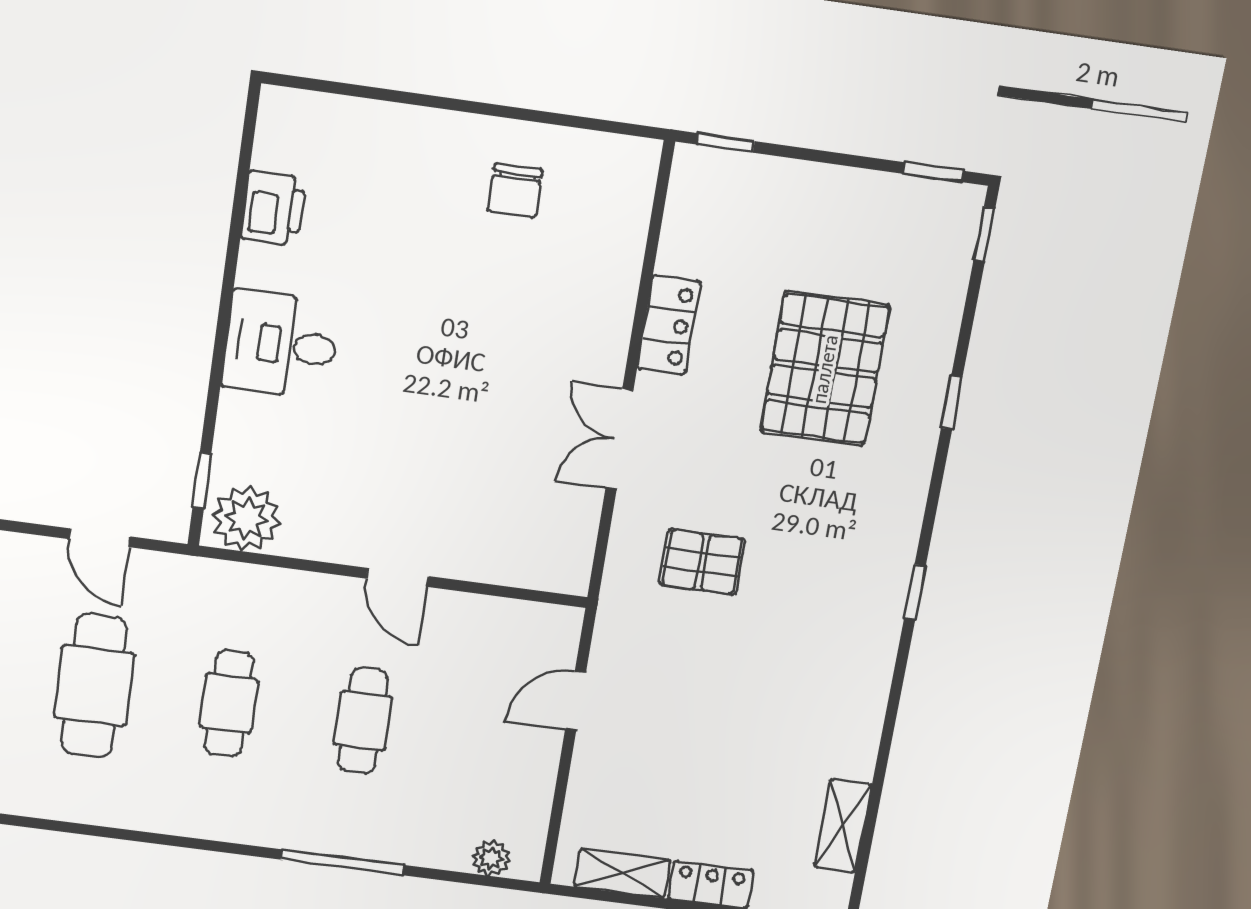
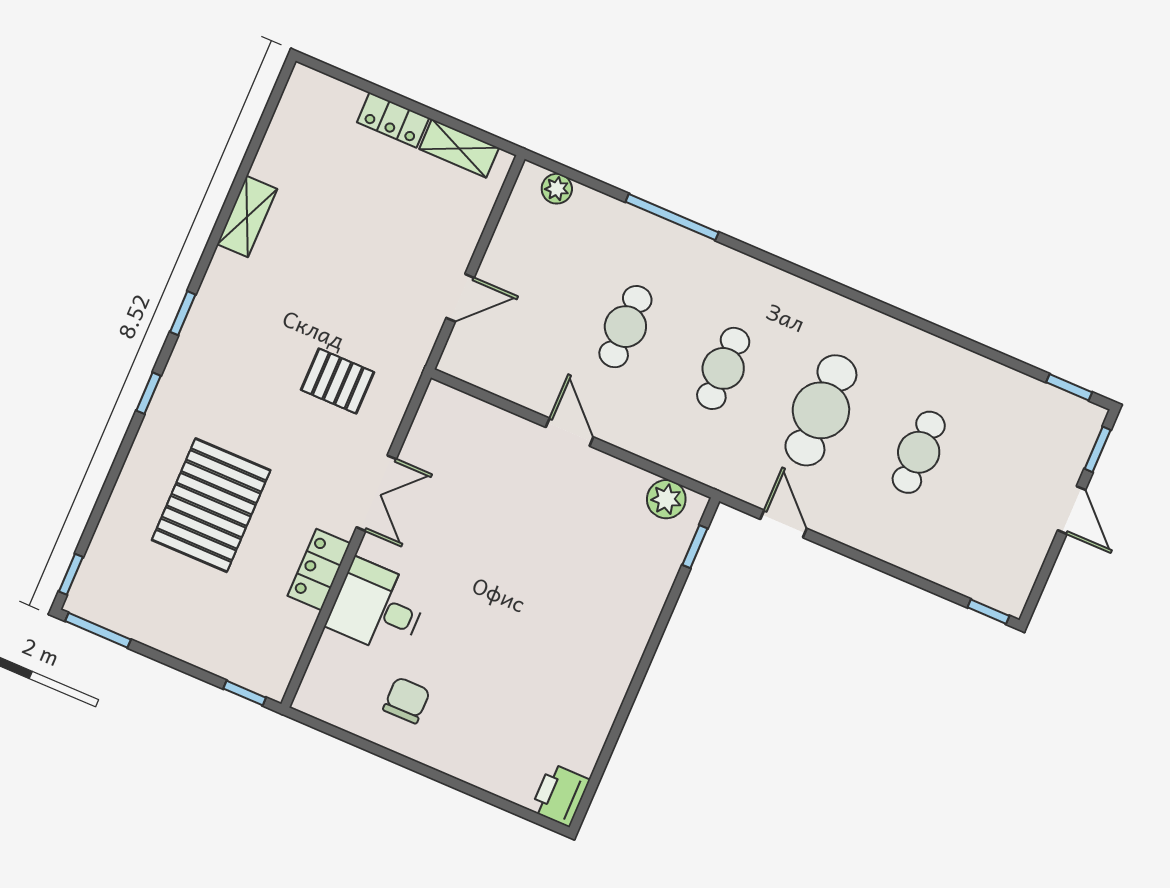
window: (934, 172) -> (98, 630), width x1.50
printer: (273, 208) -> (560, 795), moved
desk: (281, 345) -> (377, 607), moved, turned 180
window: (952, 402) -> (148, 393), moved
plant: (246, 519) -> (666, 499), width x0.73, depth x0.73
shelving: (843, 826) -> (247, 217), moved

